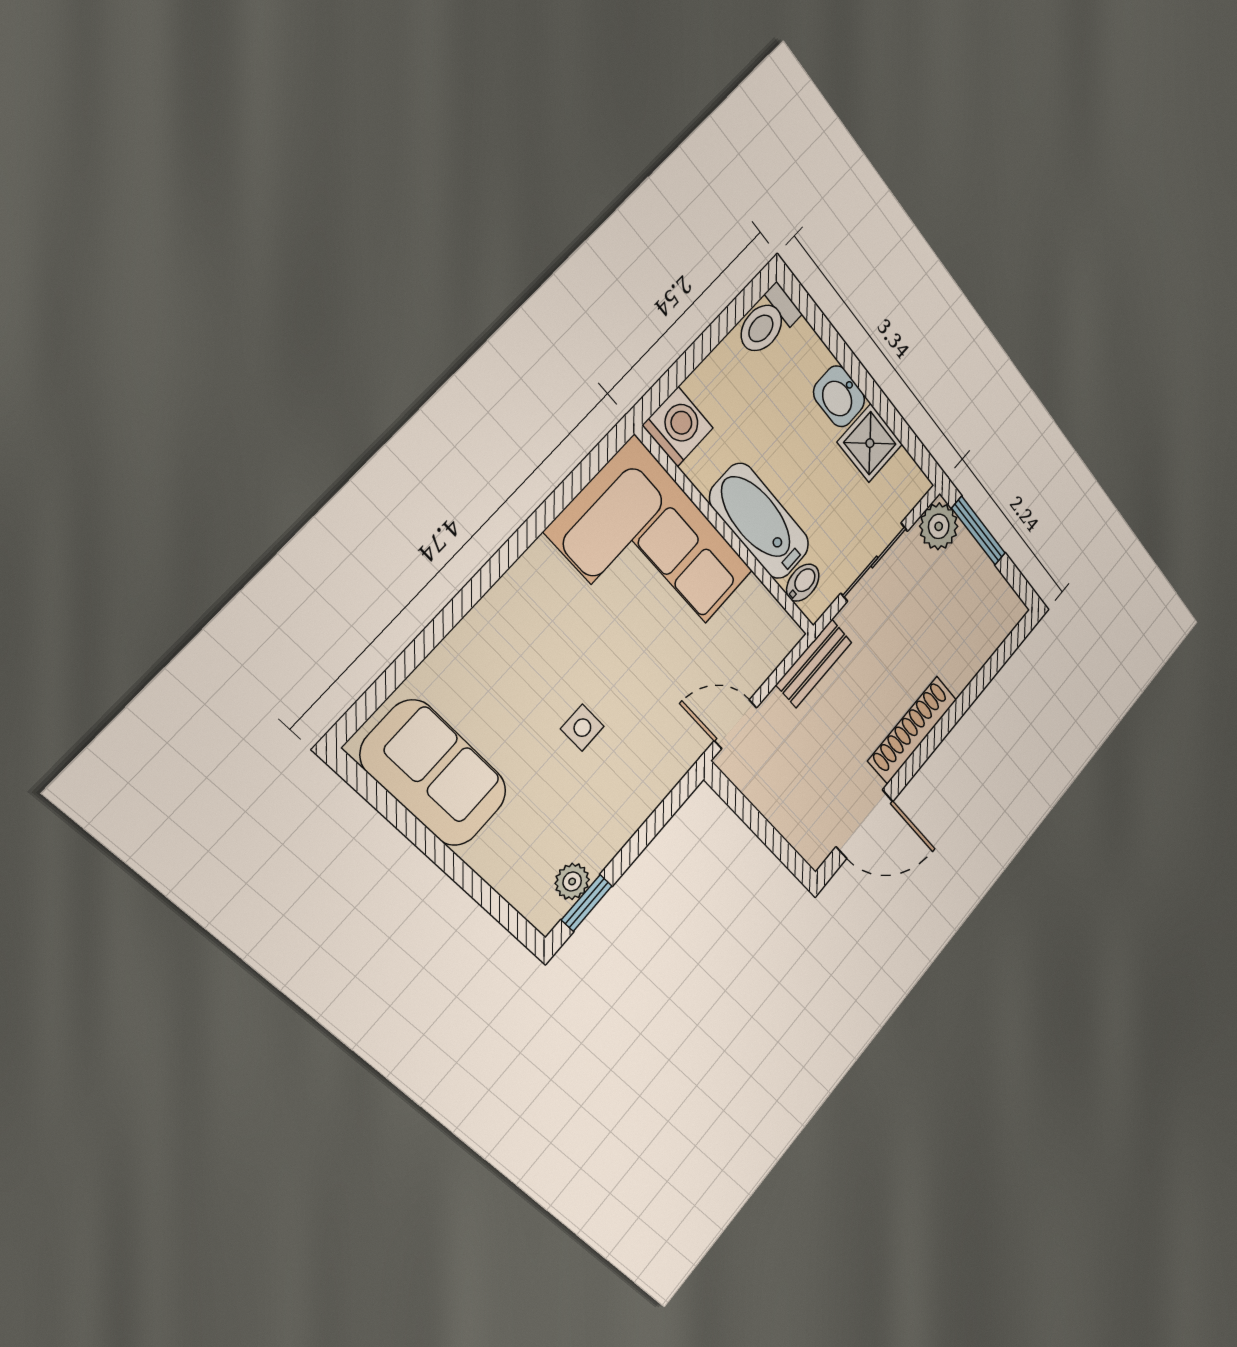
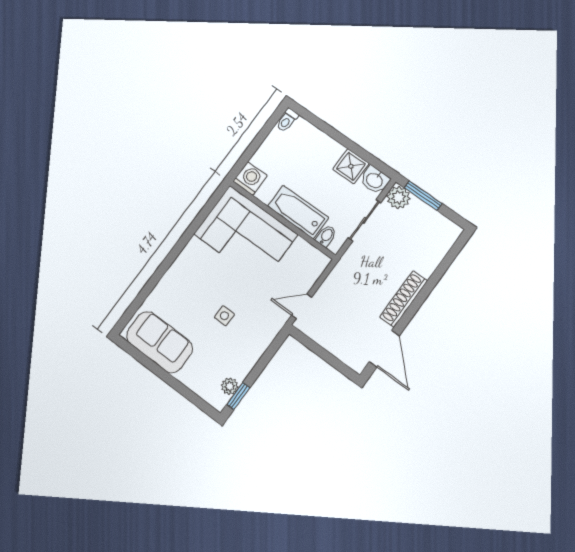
toilet: (767, 322) -> (287, 120), width x0.73, depth x0.72
washbasin: (839, 396) -> (375, 180), moved
bench: (814, 663) -> (339, 273), removed
door: (865, 824) -> (384, 349), hinge flipped

